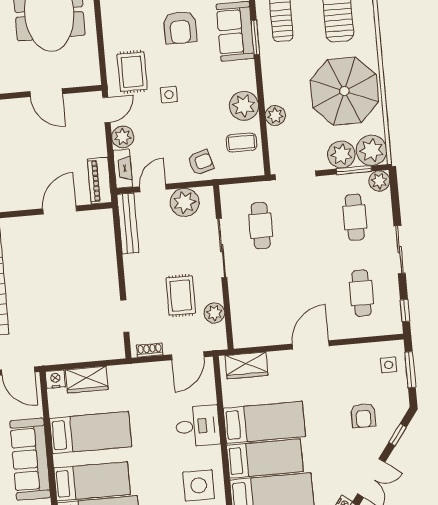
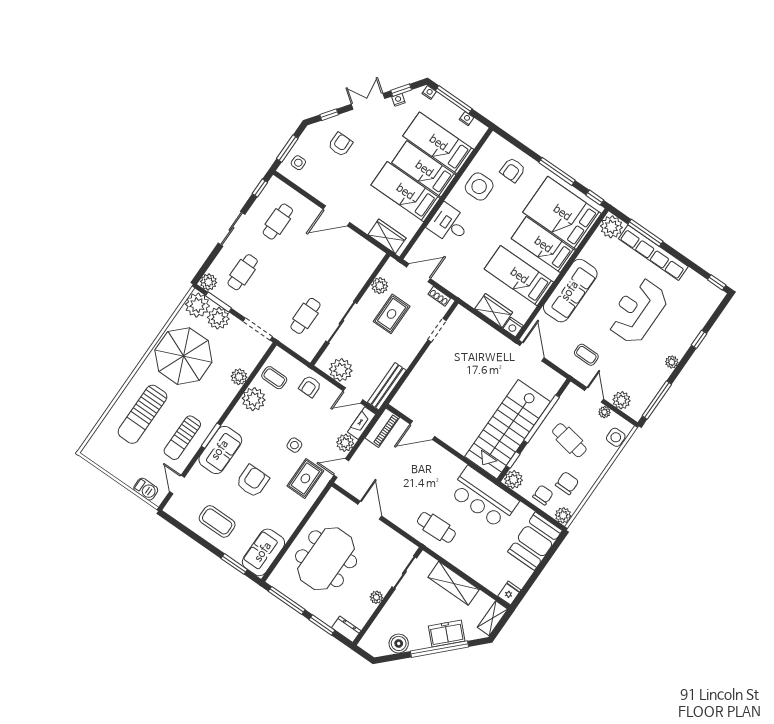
armchair: (201, 162) -> (310, 386), turned -74

